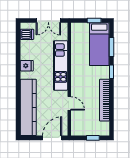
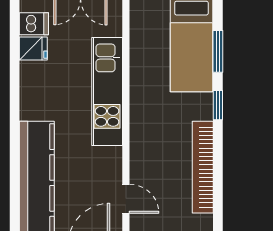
fridge: (27, 66) -> (33, 49), moved
door: (69, 103) -> (126, 199), moved

